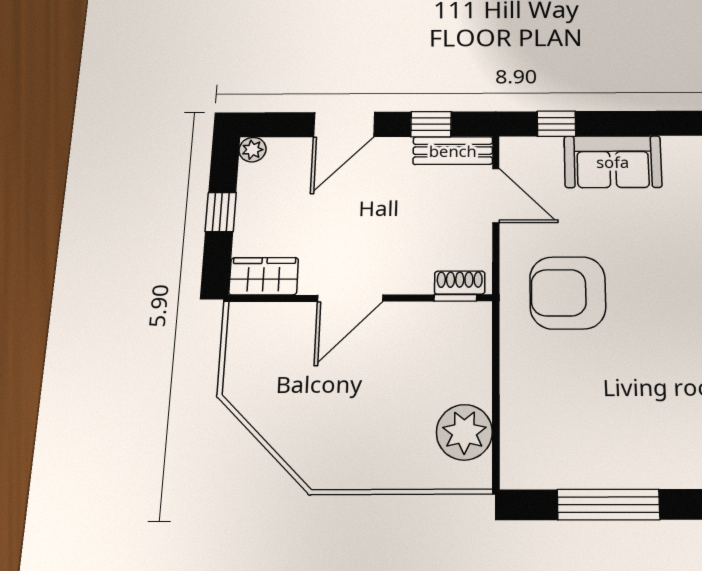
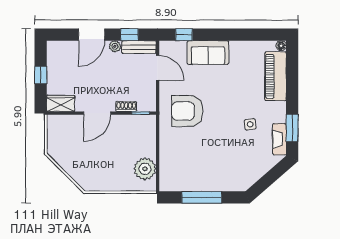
plant: (253, 150) -> (115, 46), moved
shoe rack: (460, 283) -> (126, 107), moved

